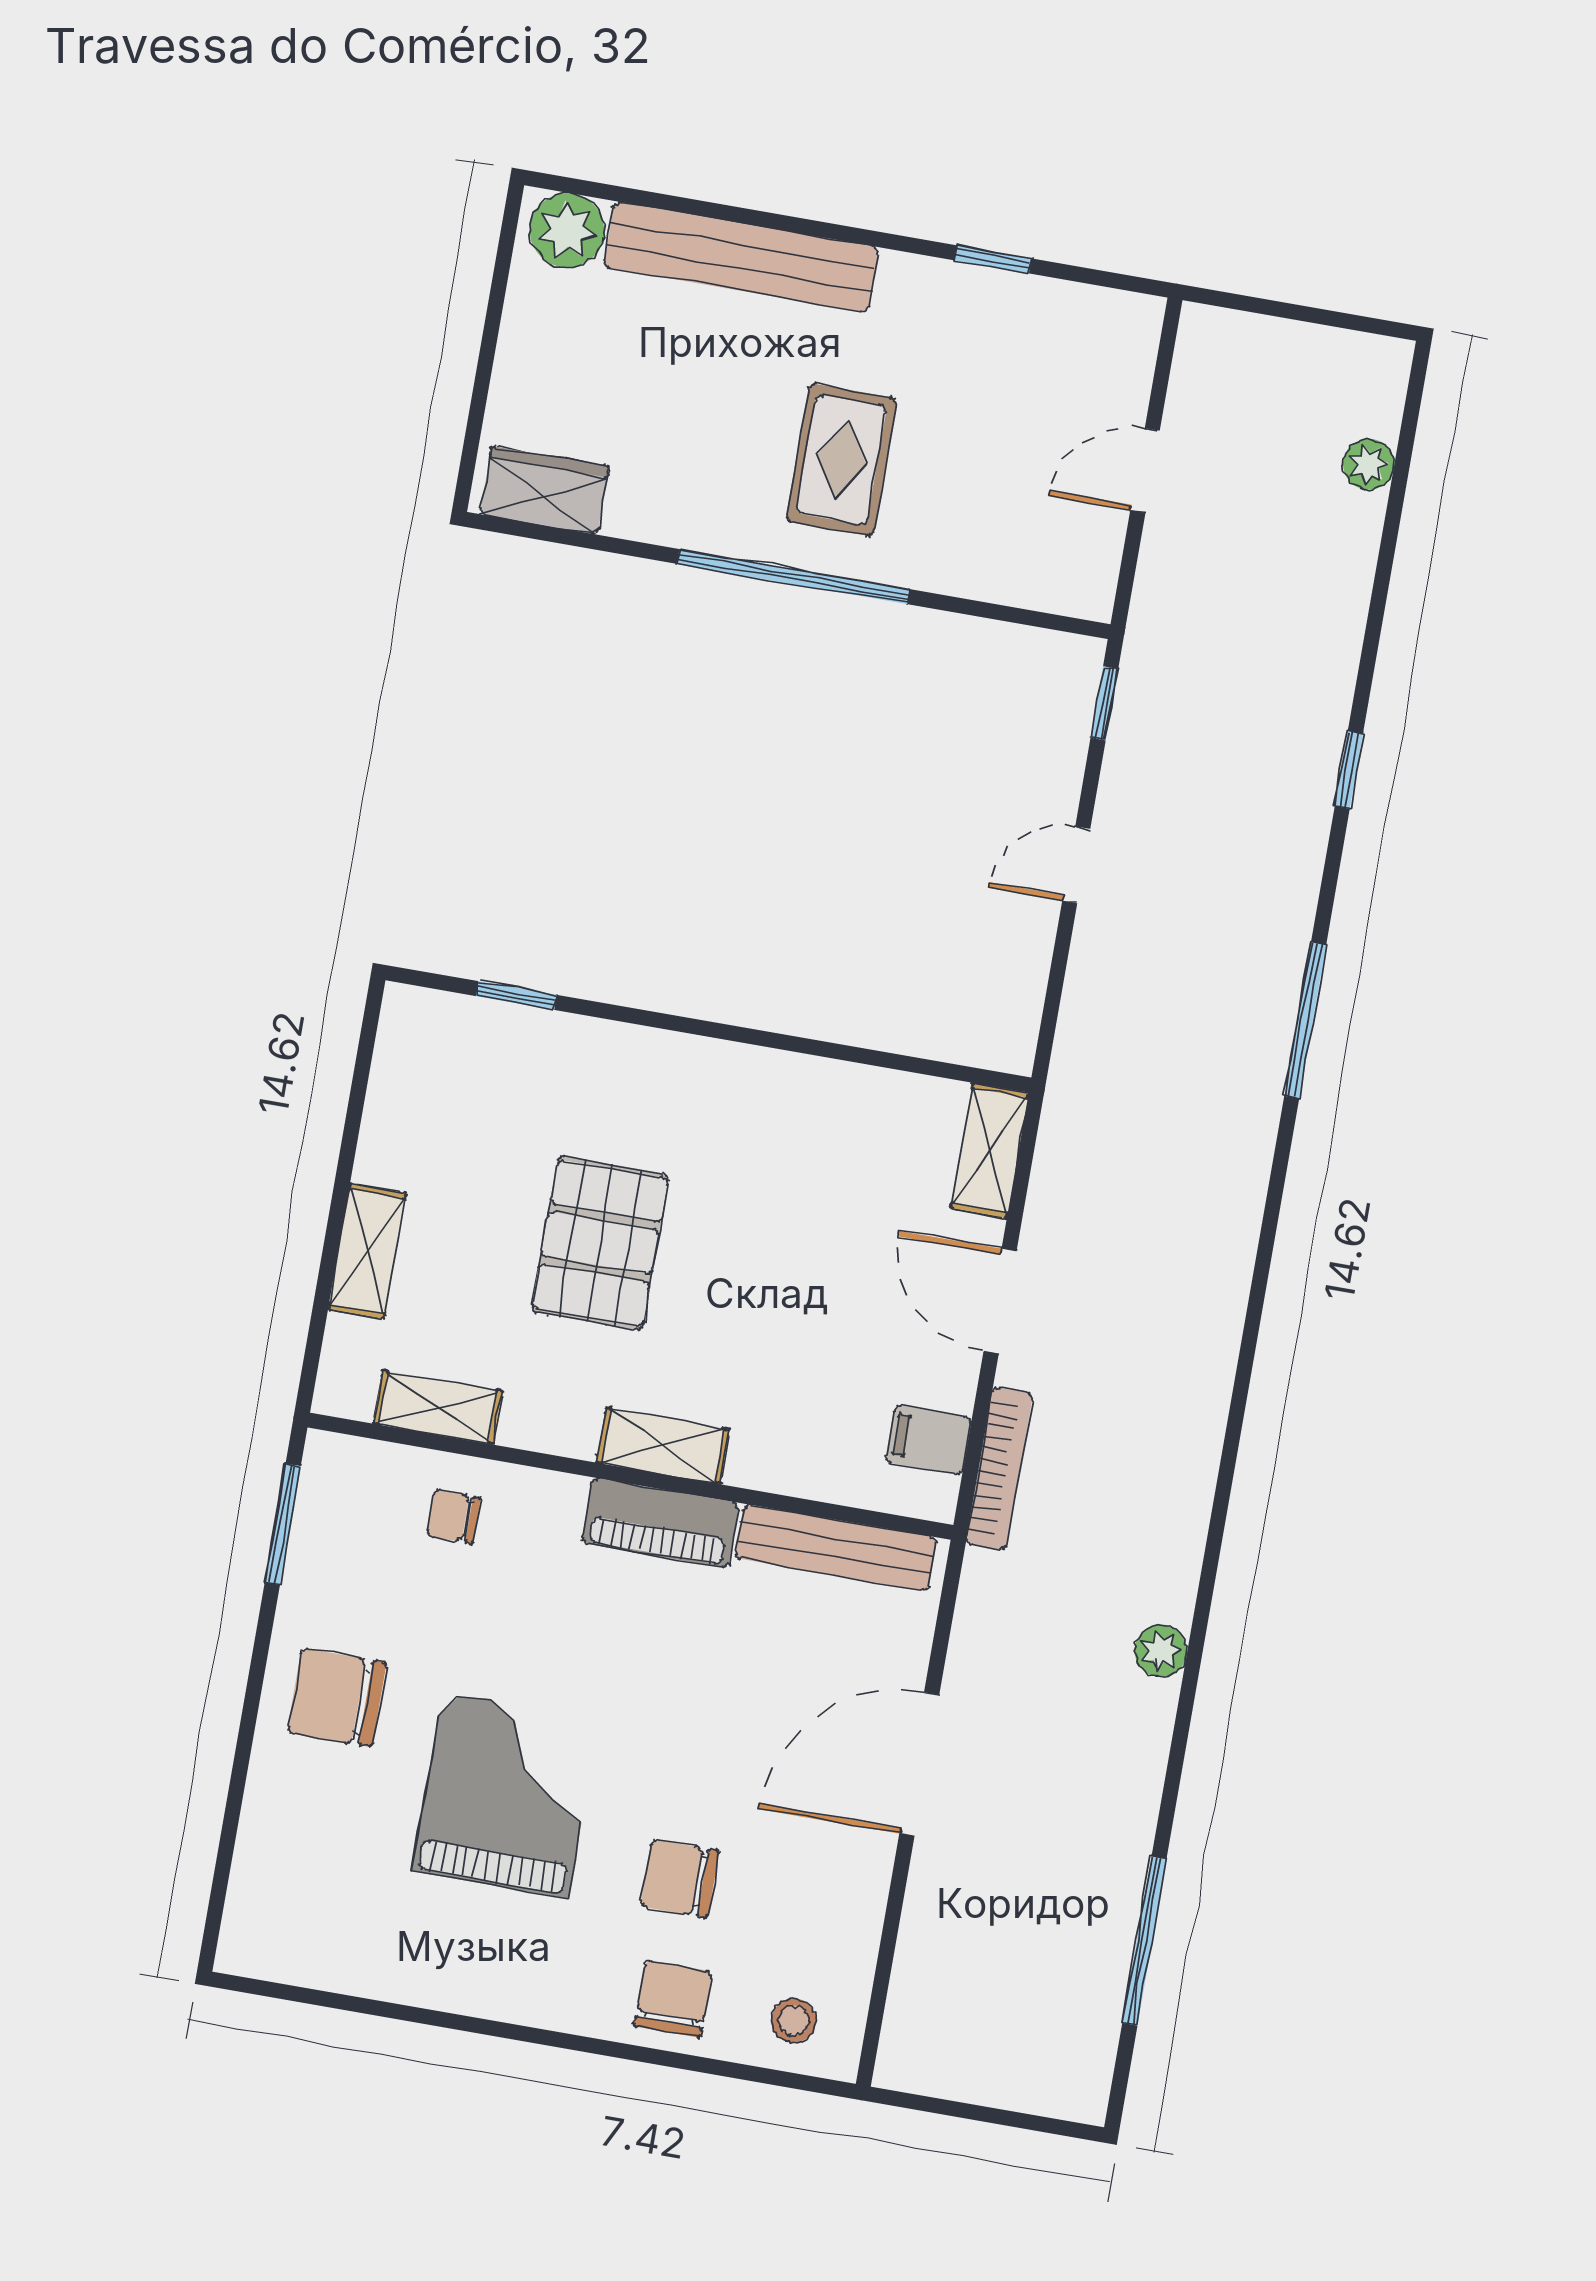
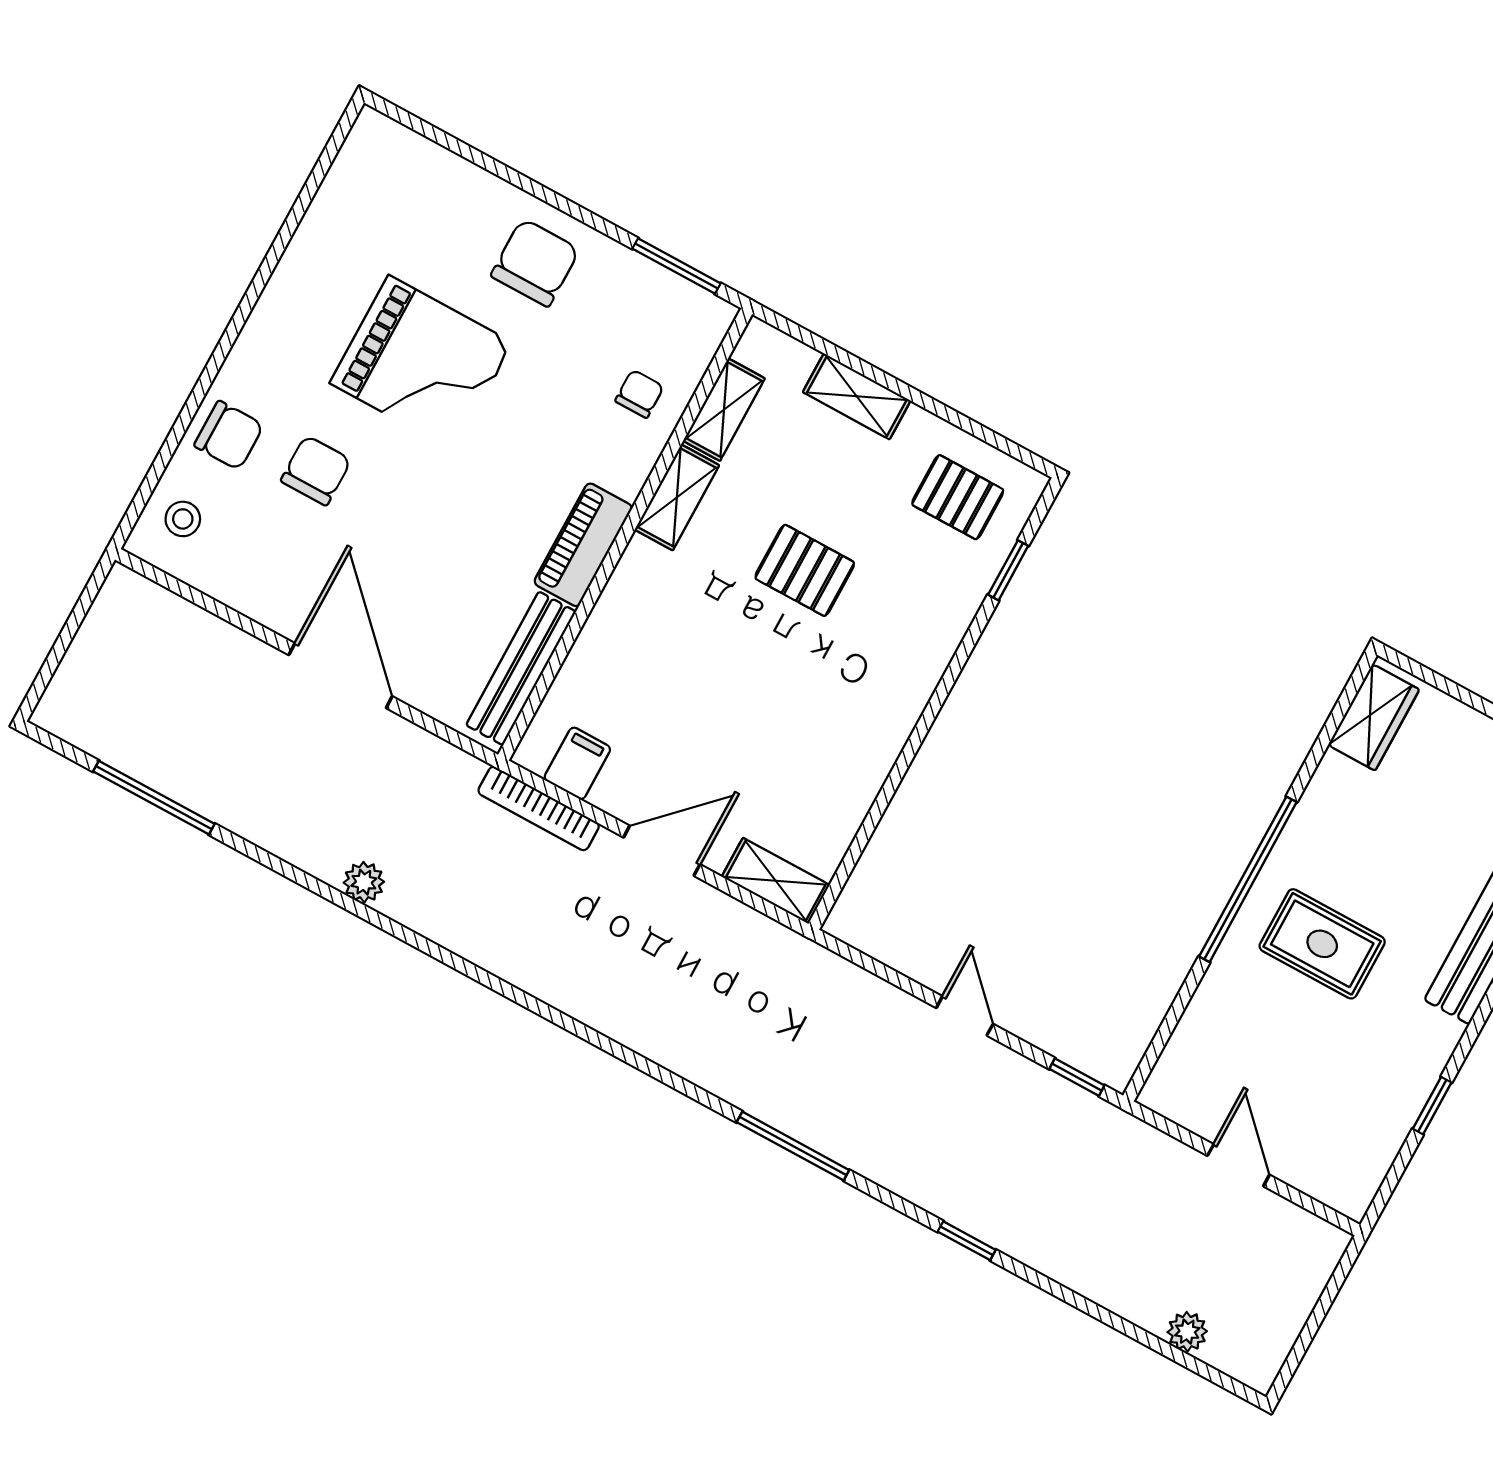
pallet: (448, 1087) -> (958, 497), added
pallet: (600, 1243) -> (805, 570), width x0.67, depth x0.71
shelving: (663, 1446) -> (677, 497), moved

